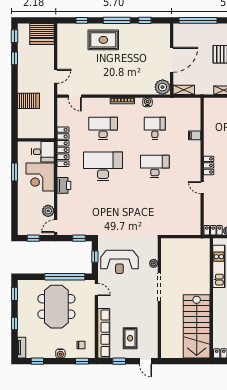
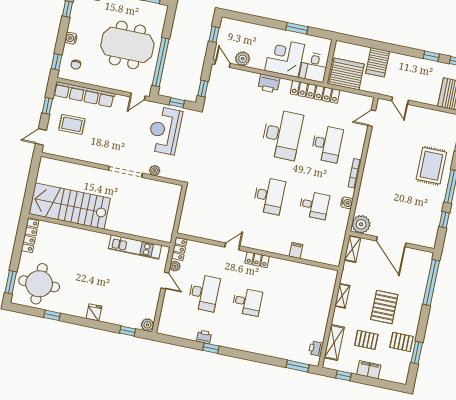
server rack: (43, 124) -> (347, 74), added

